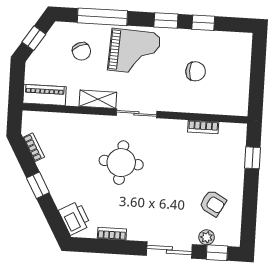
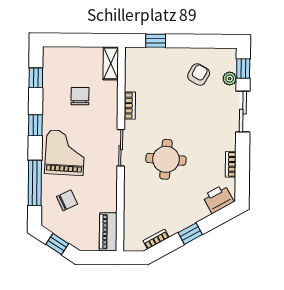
window: (203, 23) -> (36, 78), moved
shelving: (98, 99) -> (111, 63), moved
bookcase: (203, 127) -> (130, 106), moved

